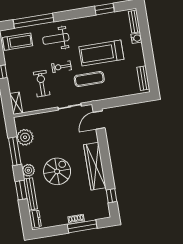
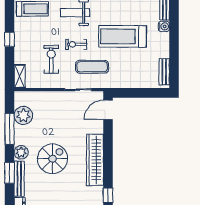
exercise mat: (89, 79) -> (92, 67), moved

